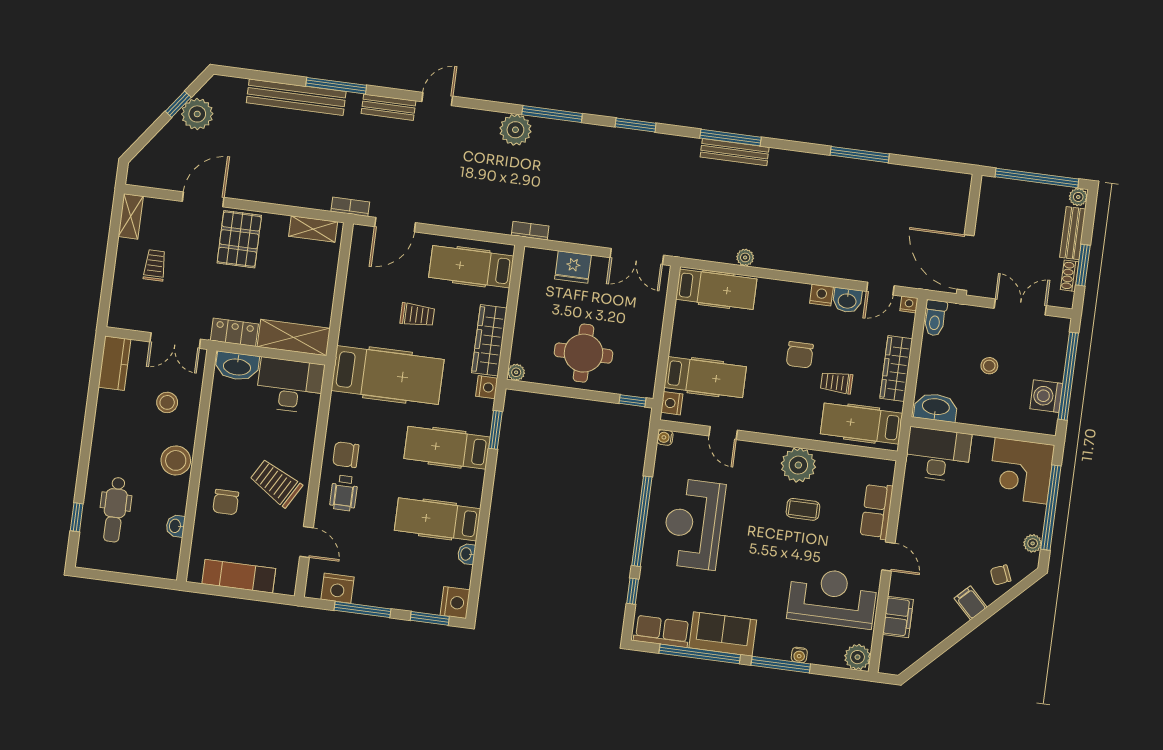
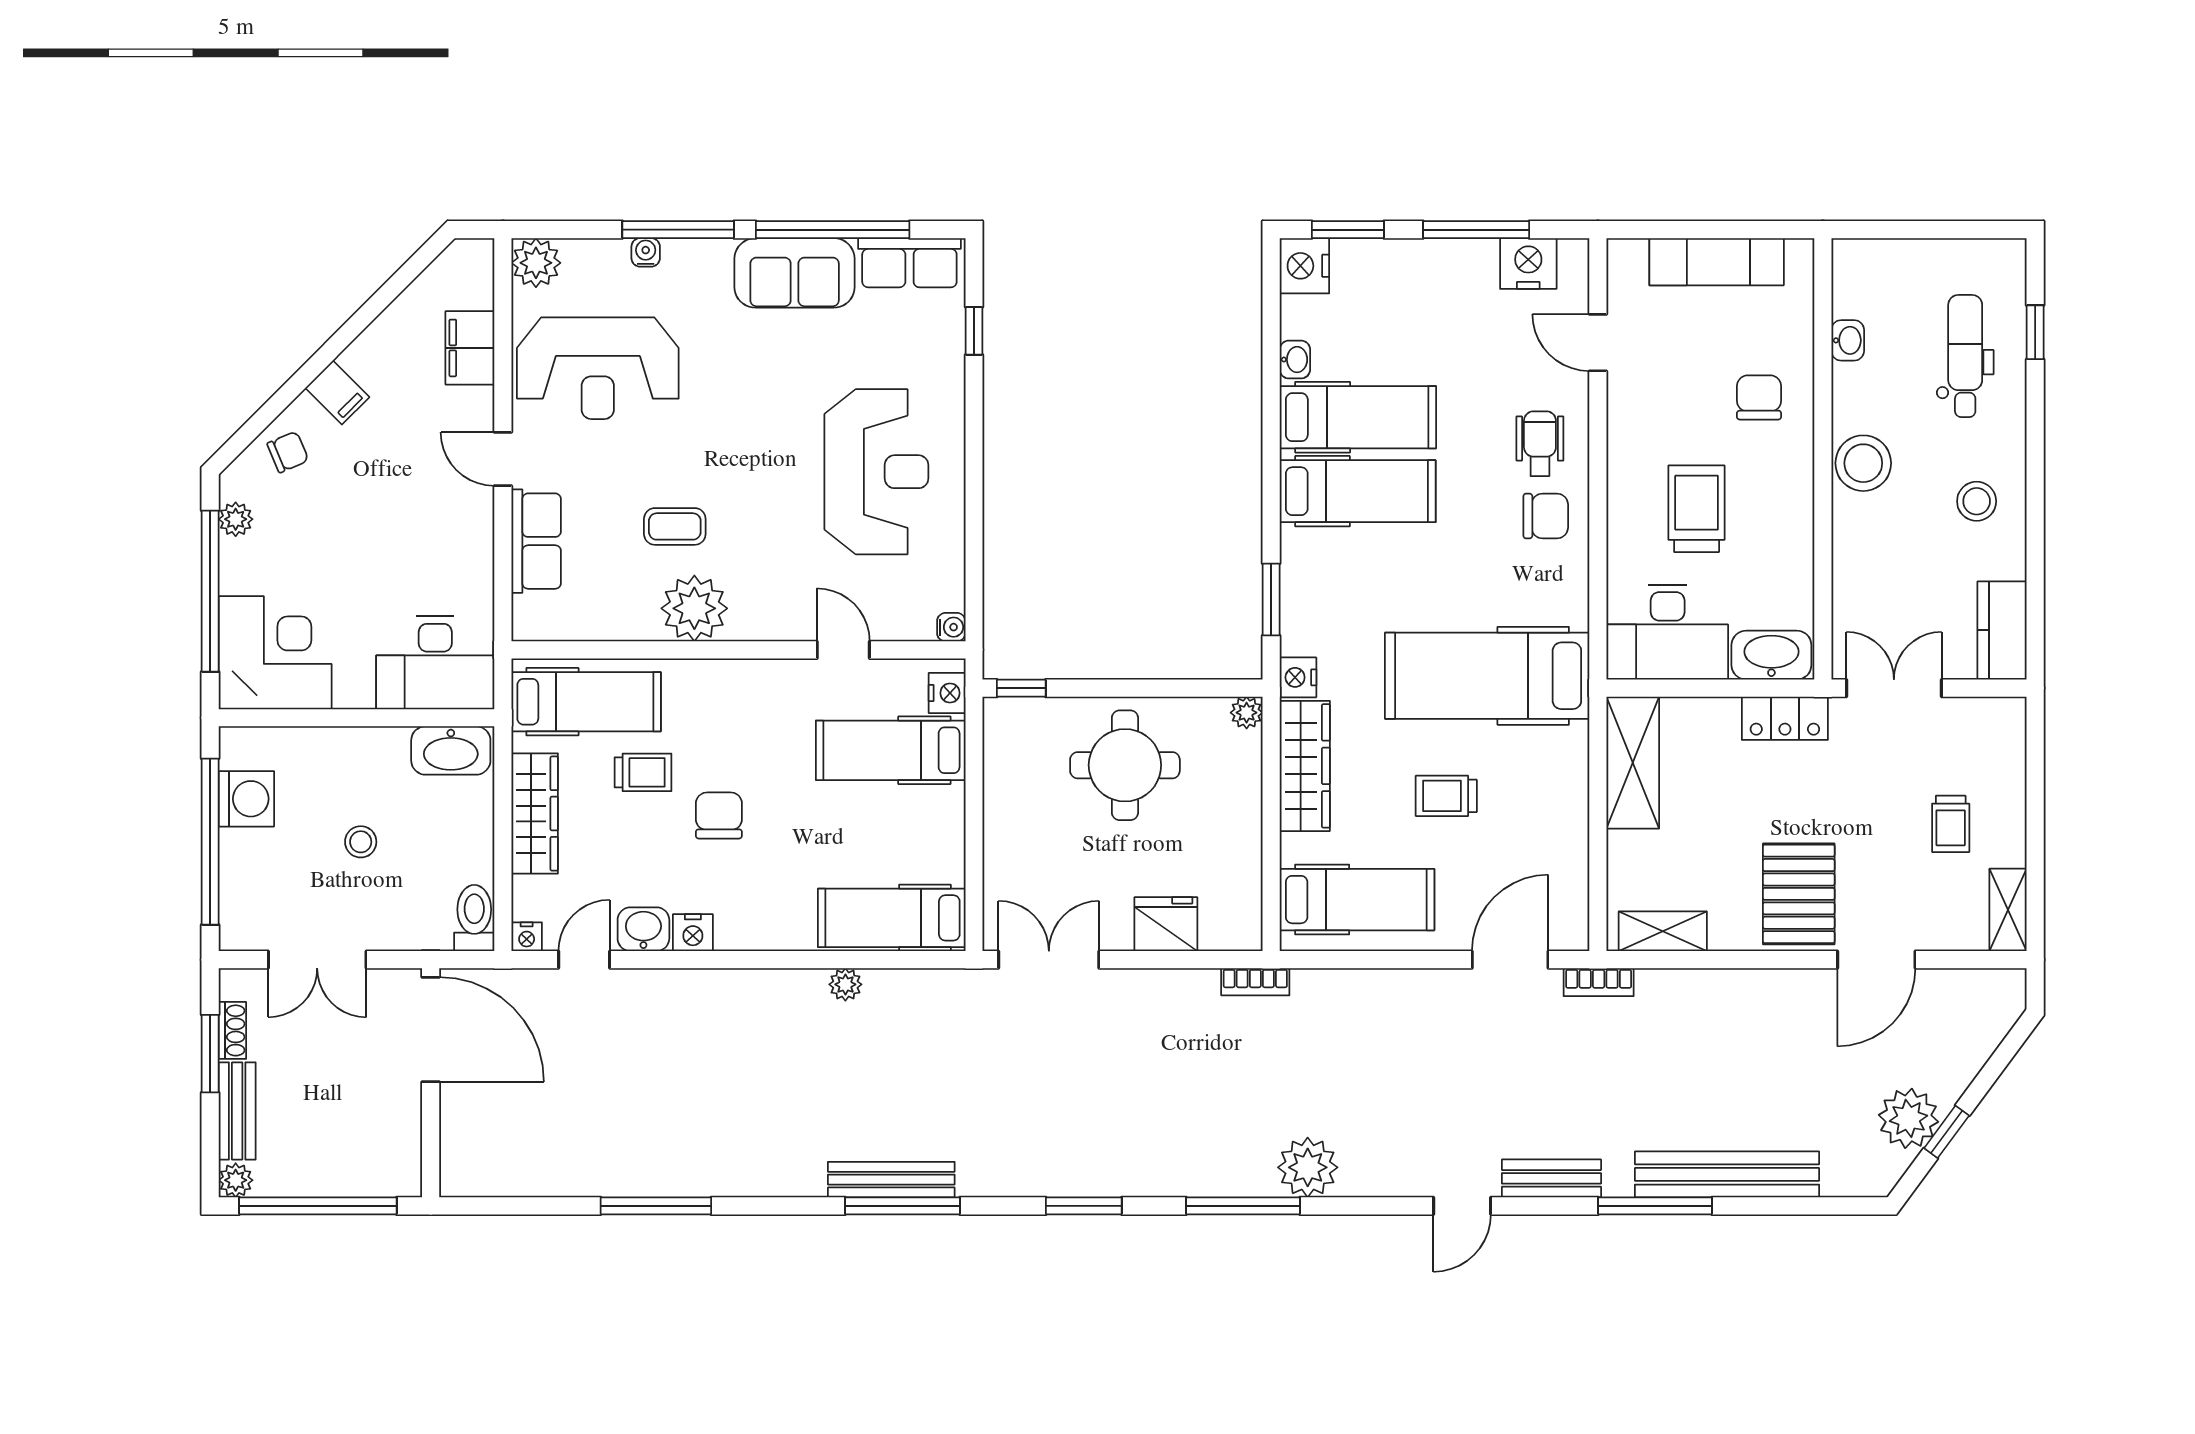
shelving: (294, 338) -> (1633, 763), moved, turned 90
stool: (167, 402) -> (1977, 501), moved
hospital bed: (447, 448) -> (1358, 491), moved
trolley: (276, 483) -> (1697, 509), moved, turned -120
window: (642, 521) -> (974, 464), removed

